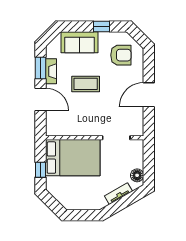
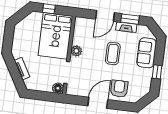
armchair: (121, 55) -> (119, 89), moved, turned 180
door: (149, 95) -> (98, 103), hinge flipped
plant: (88, 129) -> (76, 51), added
floor lamp: (137, 175) -> (58, 88), moved

